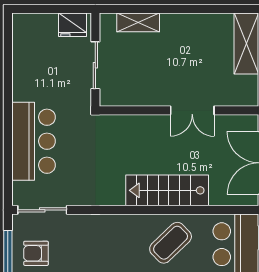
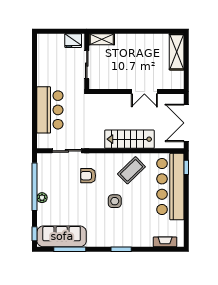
shelving: (138, 22) -> (102, 39), moved
sliding door: (42, 210) -> (67, 151), moved
armchair: (36, 253) -> (88, 176), moved

